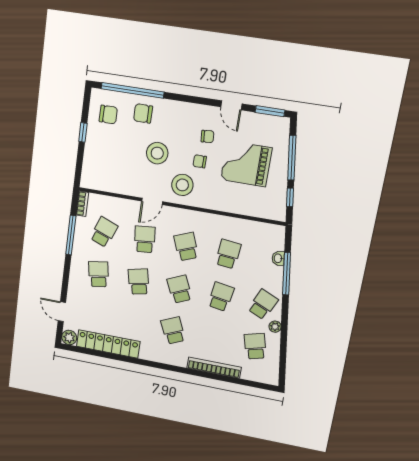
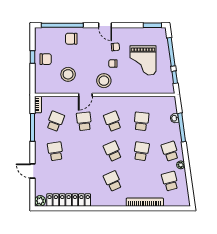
door: (231, 105) -> (105, 25), moved
chair: (108, 115) -> (46, 59), moved
stool: (157, 153) -> (68, 74), moved
grand piano: (246, 164) -> (143, 60), turned -90
school desk: (139, 282) -> (84, 151), removed
school desk: (263, 304) -> (170, 151), turned -42
door: (62, 312) -> (33, 171), moved

